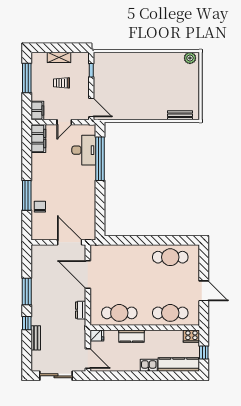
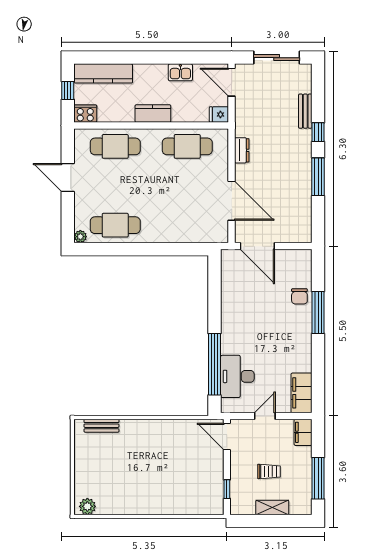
plant: (195, 249) -> (80, 237), added
kitchen counter: (132, 336) -> (153, 114), moved
kitchen sink: (149, 365) -> (180, 72), moved

